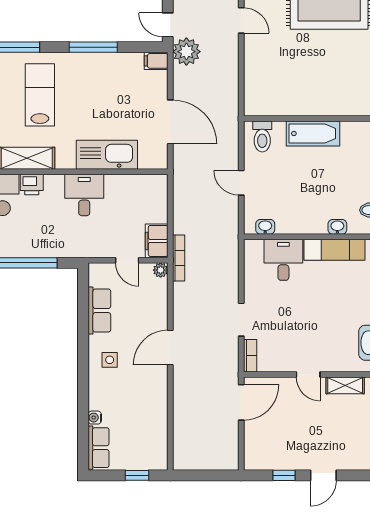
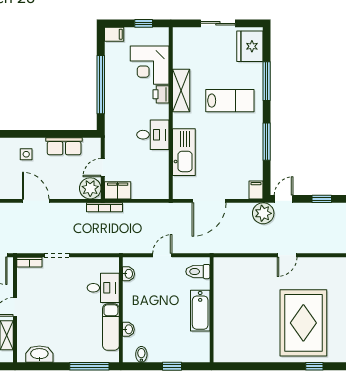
plant: (161, 270) -> (90, 188), width x1.88, depth x1.88

